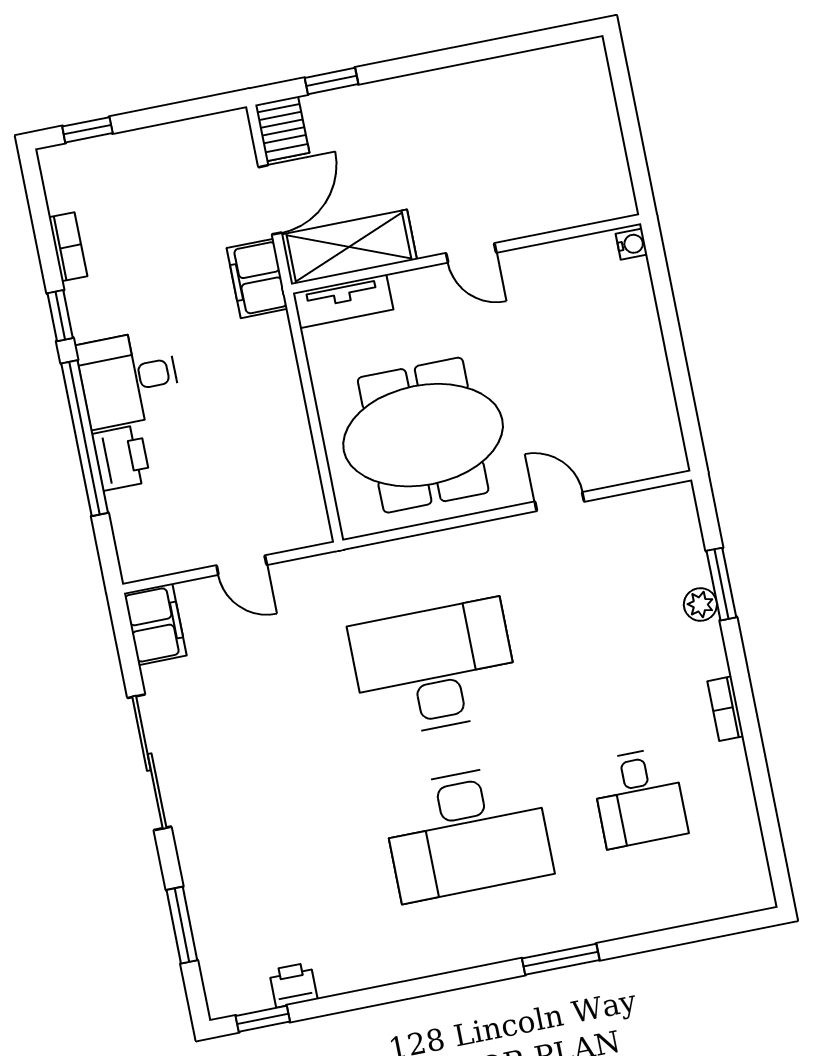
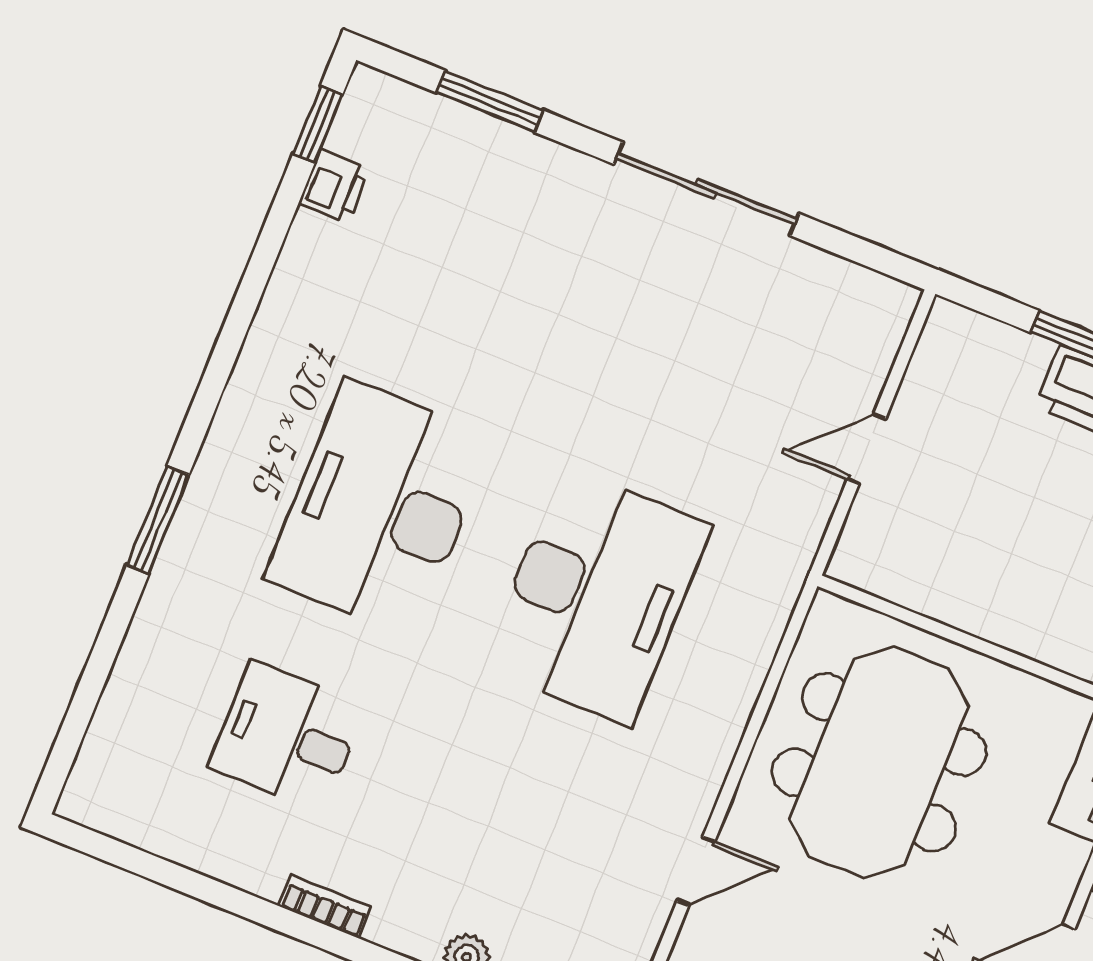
filing cabinet: (155, 624) -> (864, 302), removed

